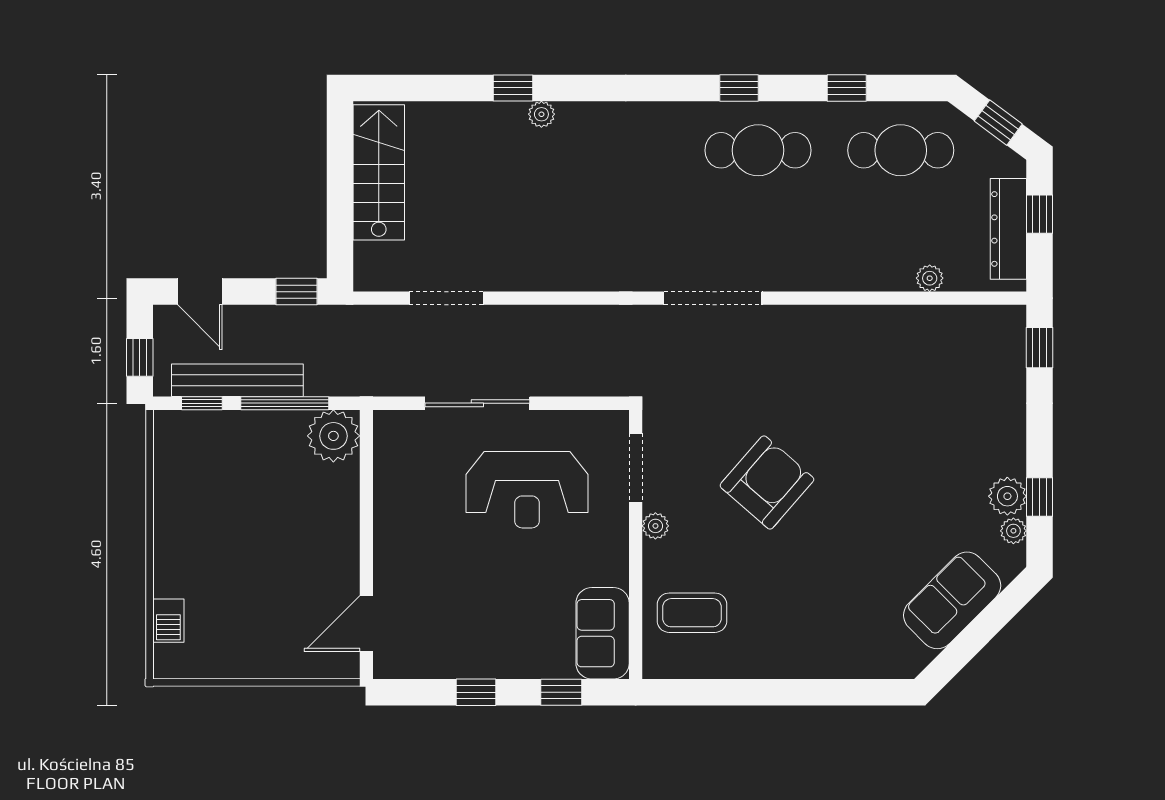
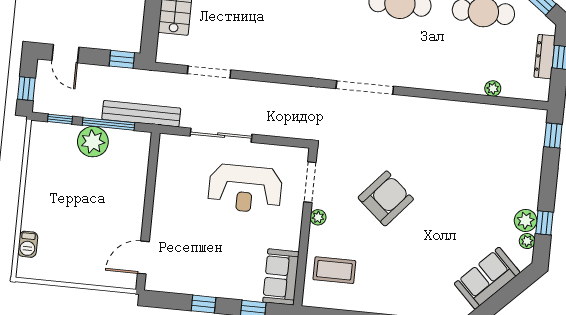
dresser: (1008, 229) -> (545, 57), width x0.73, depth x0.80
bench: (237, 380) -> (141, 114), moved
plant: (333, 436) -> (93, 142), moved

